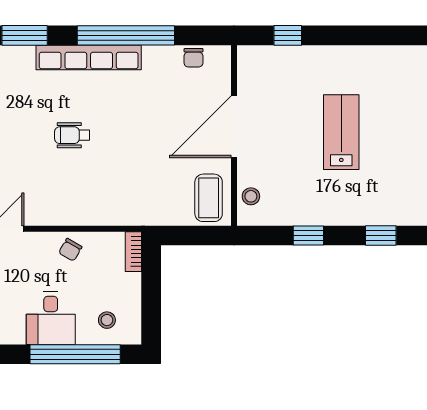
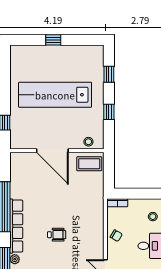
plant: (25, 54) -> (15, 259), added
chair: (193, 58) -> (16, 172), removed
lab bench: (341, 132) -> (55, 95), width x1.86, depth x1.39
wheelchair: (72, 135) -> (57, 235), turned -90

